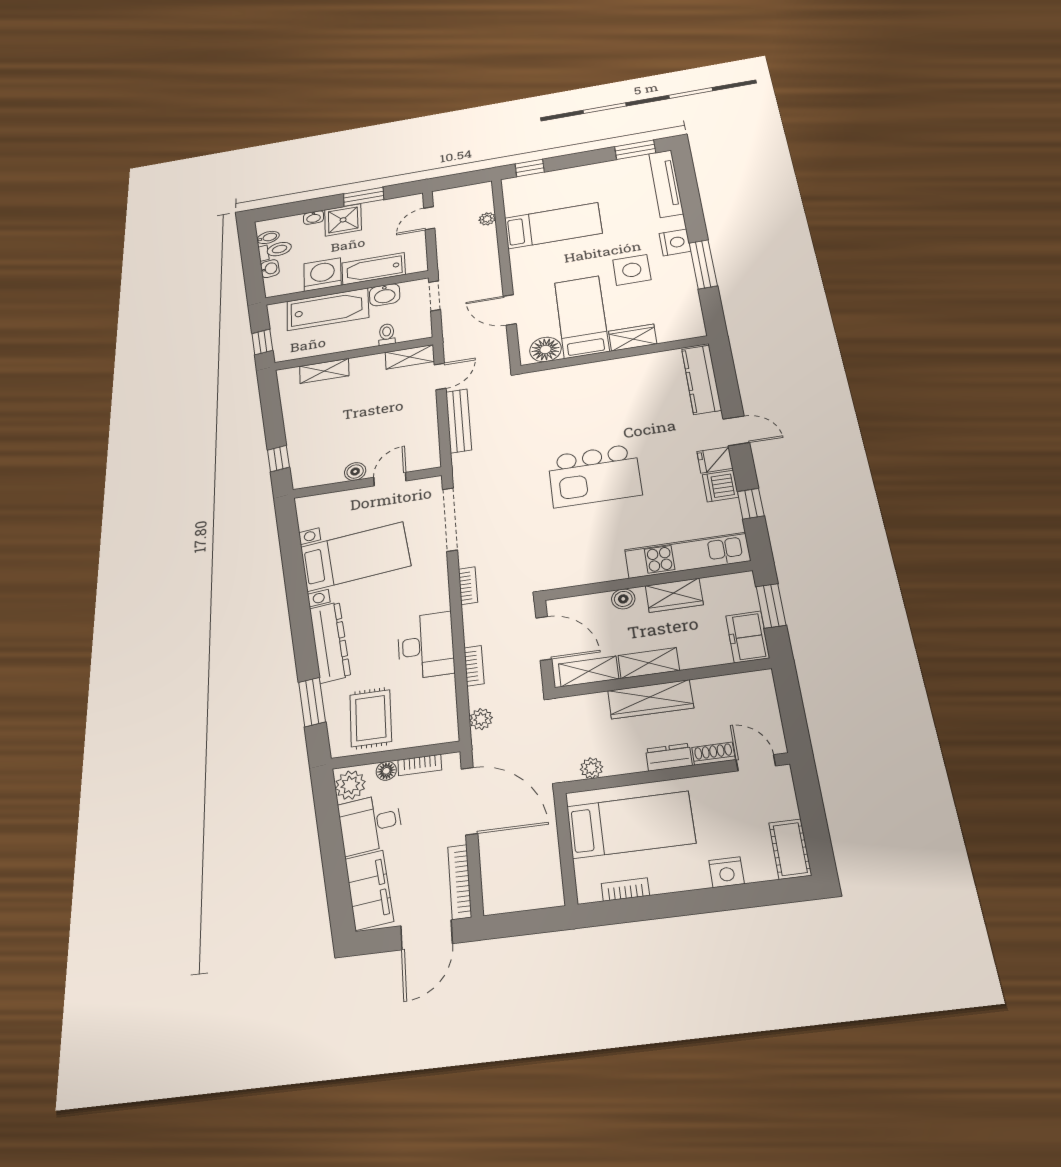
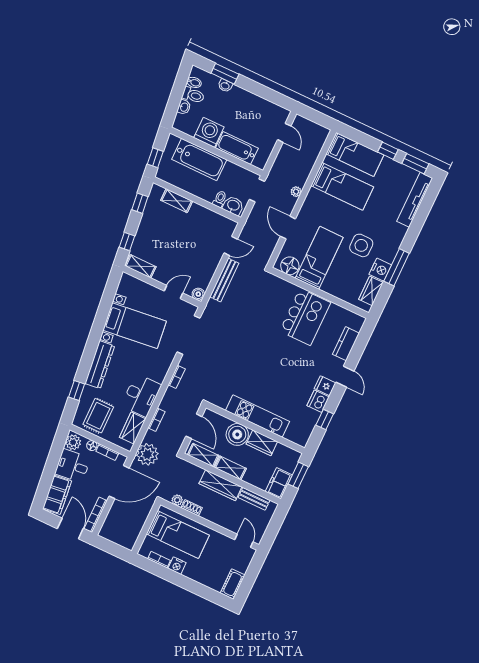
window: (530, 168) -> (388, 151), moved
bed: (544, 186) -> (355, 154), added
window: (364, 197) -> (225, 74), moved
door: (429, 218) -> (284, 133), swing flipped
plant: (487, 219) -> (296, 192), moved
shower: (343, 220) -> (240, 99), removed
nightstand: (675, 242) -> (380, 270), moved
washbasin: (385, 295) -> (233, 206), moved, turned 180
wardrobe: (633, 338) -> (371, 291), moved, turned -90
shelving: (410, 357) -> (140, 266), moved
kitchen counter: (702, 379) -> (346, 344), width x0.67
window: (271, 404) -> (140, 203), added
boiler: (355, 471) -> (198, 294), moved
kitchen island: (594, 476) -> (305, 317), moved, turned -90
kitchen unit: (687, 555) -> (258, 416), moved
boiler: (623, 599) -> (237, 434), width x1.86, depth x1.86
bench: (724, 685) -> (254, 499), added
window: (312, 702) -> (77, 391), width x0.67
wardrobe: (441, 702) -> (133, 428), added
plant: (481, 719) -> (147, 454), width x1.87, depth x1.87
shoe rack: (714, 754) -> (192, 508), moved
dresser: (669, 757) -> (211, 516), removed
door: (469, 801) -> (119, 482), hinge flipped
nightstand: (727, 872) -> (177, 566), moved
door: (427, 935) -> (70, 528), swing flipped

